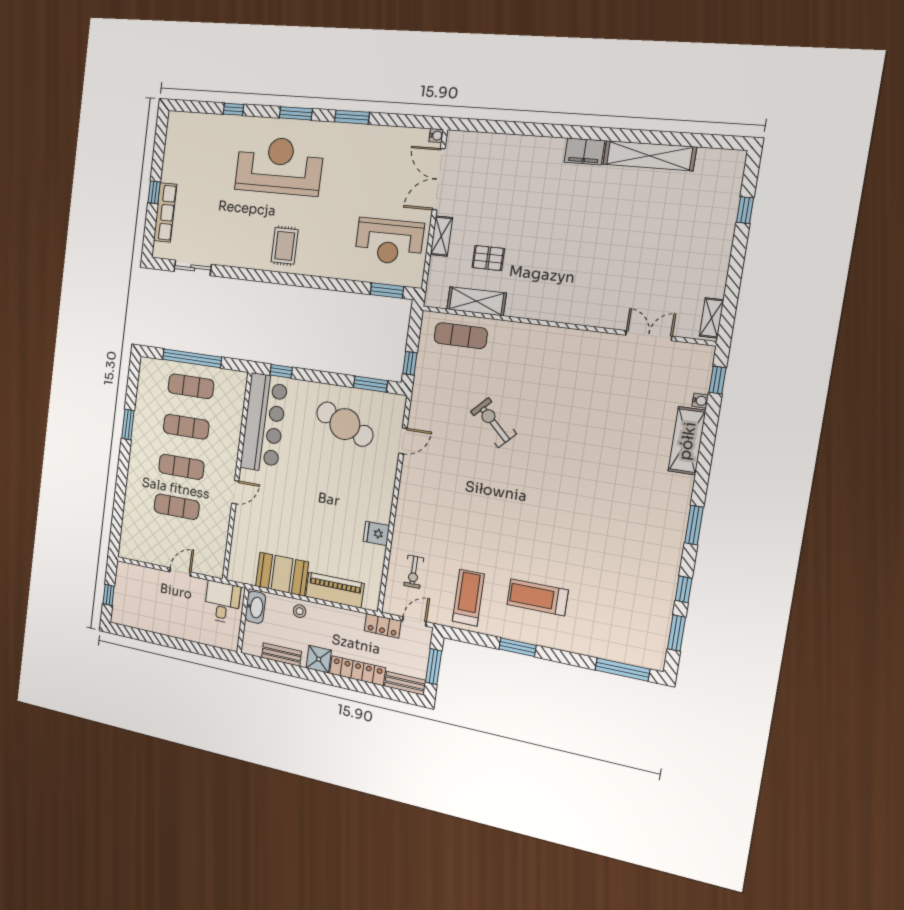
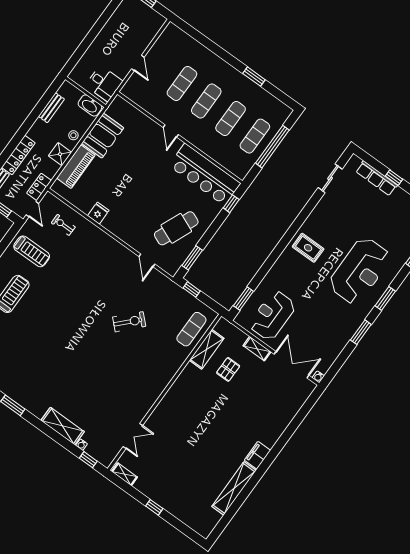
window: (745, 210) -> (154, 507), moved
shower: (319, 659) -> (60, 154), moved

